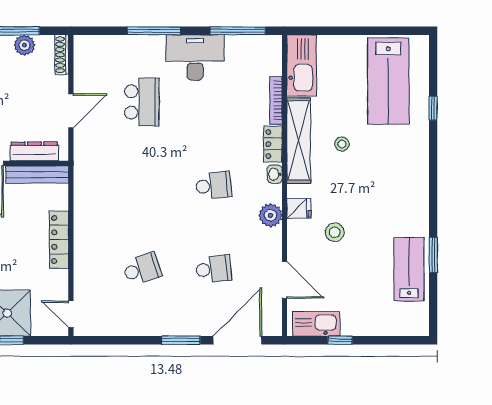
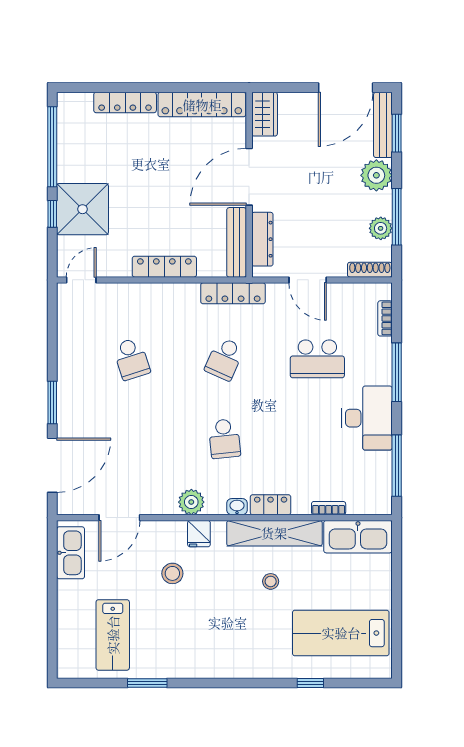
bookcase: (105, 41) -> (385, 318), added
bookcase: (276, 100) -> (329, 508), width x0.64
locker: (83, 178) -> (233, 293), added
school desk: (214, 269) -> (224, 359), moved, turned 30
lab bench: (409, 269) -> (113, 635), moved, turned 90
door: (237, 340) -> (52, 465), hinge flipped
window: (340, 340) -> (52, 579), removed

